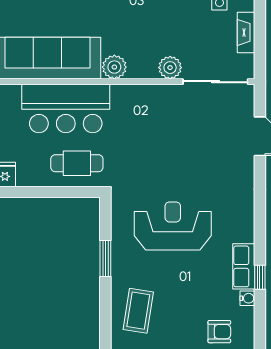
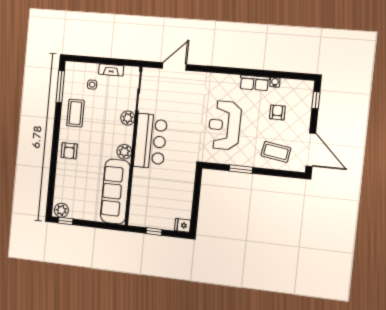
bar counter: (66, 108) -> (150, 141), moved
cafe table: (77, 163) -> (180, 181), removed
window: (260, 277) -> (262, 73), removed
armchair: (219, 332) -> (277, 112), moved

